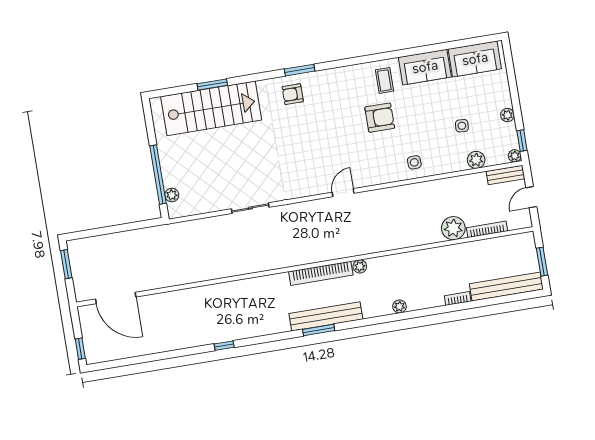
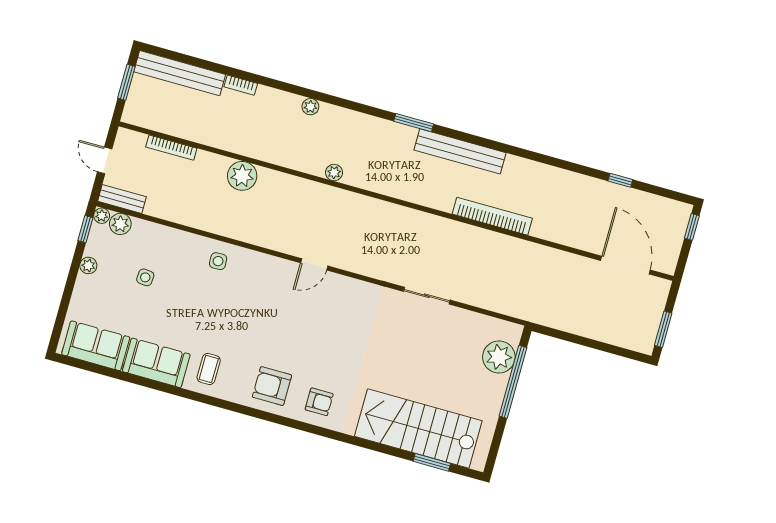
window: (300, 70) -> (299, 425), removed
window: (212, 85) -> (432, 462), moved
armchair: (380, 118) -> (272, 386), moved
plant: (476, 160) -> (120, 224), moved
plant: (172, 195) -> (499, 357), width x1.87, depth x1.87
door: (531, 197) -> (105, 160), swing flipped
plant: (453, 228) -> (242, 176), moved
bookcase: (321, 273) -> (492, 216), moved
bench: (326, 316) -> (460, 151), moved
window: (224, 346) -> (620, 180), moved

